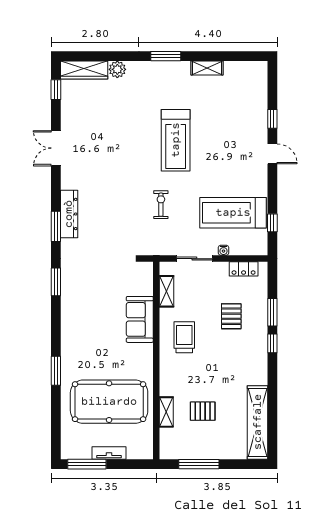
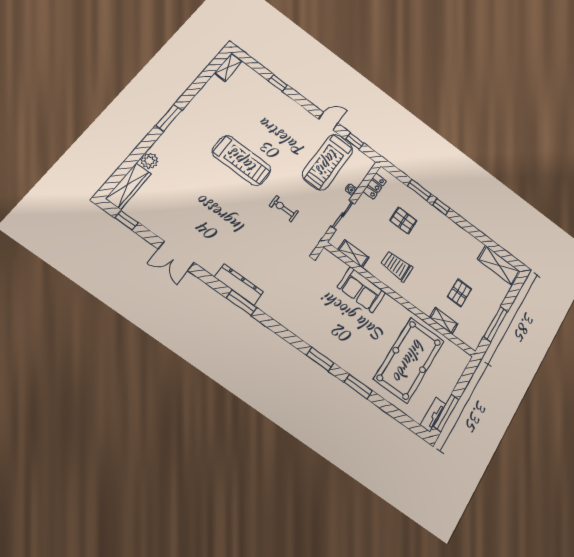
shelving: (207, 68) -> (228, 67), moved
door: (272, 154) -> (328, 121), moved
window: (56, 282) -> (320, 359), moved
shelving: (258, 422) -> (499, 265), width x0.68
tv unit: (109, 453) -> (433, 415), moved

